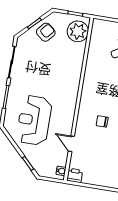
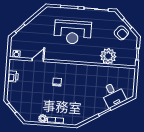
plant: (78, 31) -> (108, 56), moved
reception desk: (34, 120) -> (73, 32), moved, turned 180
printer: (75, 175) -> (13, 76), moved

